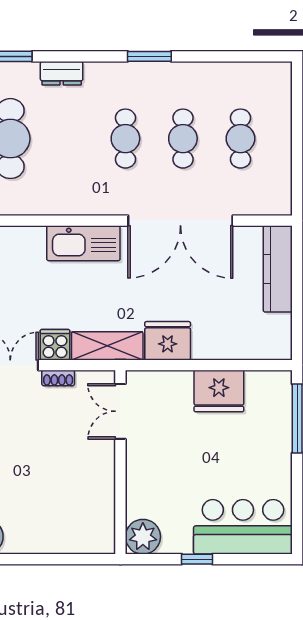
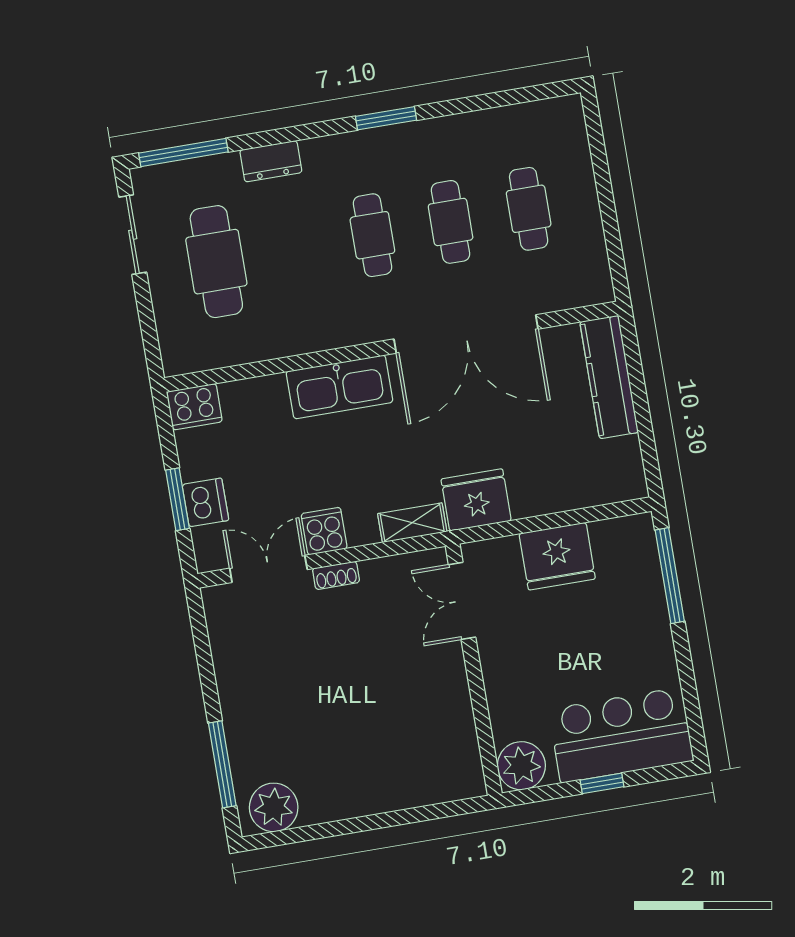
shelving: (107, 346) -> (412, 523), width x0.67, depth x0.75
double door: (120, 411) -> (462, 601), moved
wall: (120, 462) -> (474, 670), moved
plant: (143, 537) -> (521, 766), moved
window: (197, 559) -> (602, 783), moved

